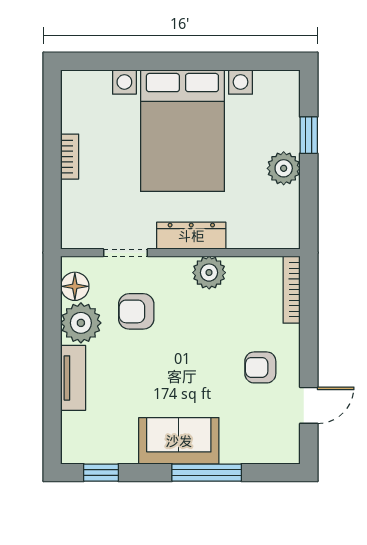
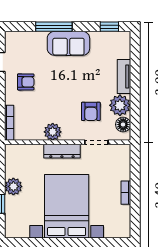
armchair: (136, 311) -> (91, 111), turned 90

